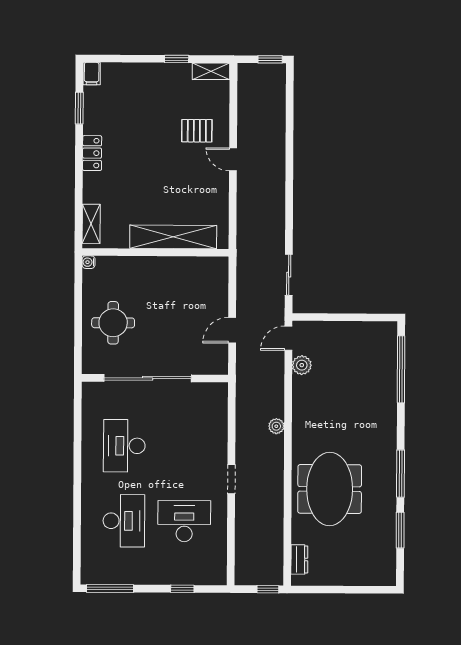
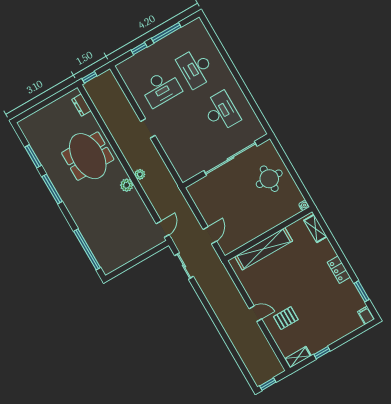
door: (232, 330) -> (210, 235), moved
plant: (302, 365) -> (127, 185), moved
window: (110, 588) -> (166, 33), moved

